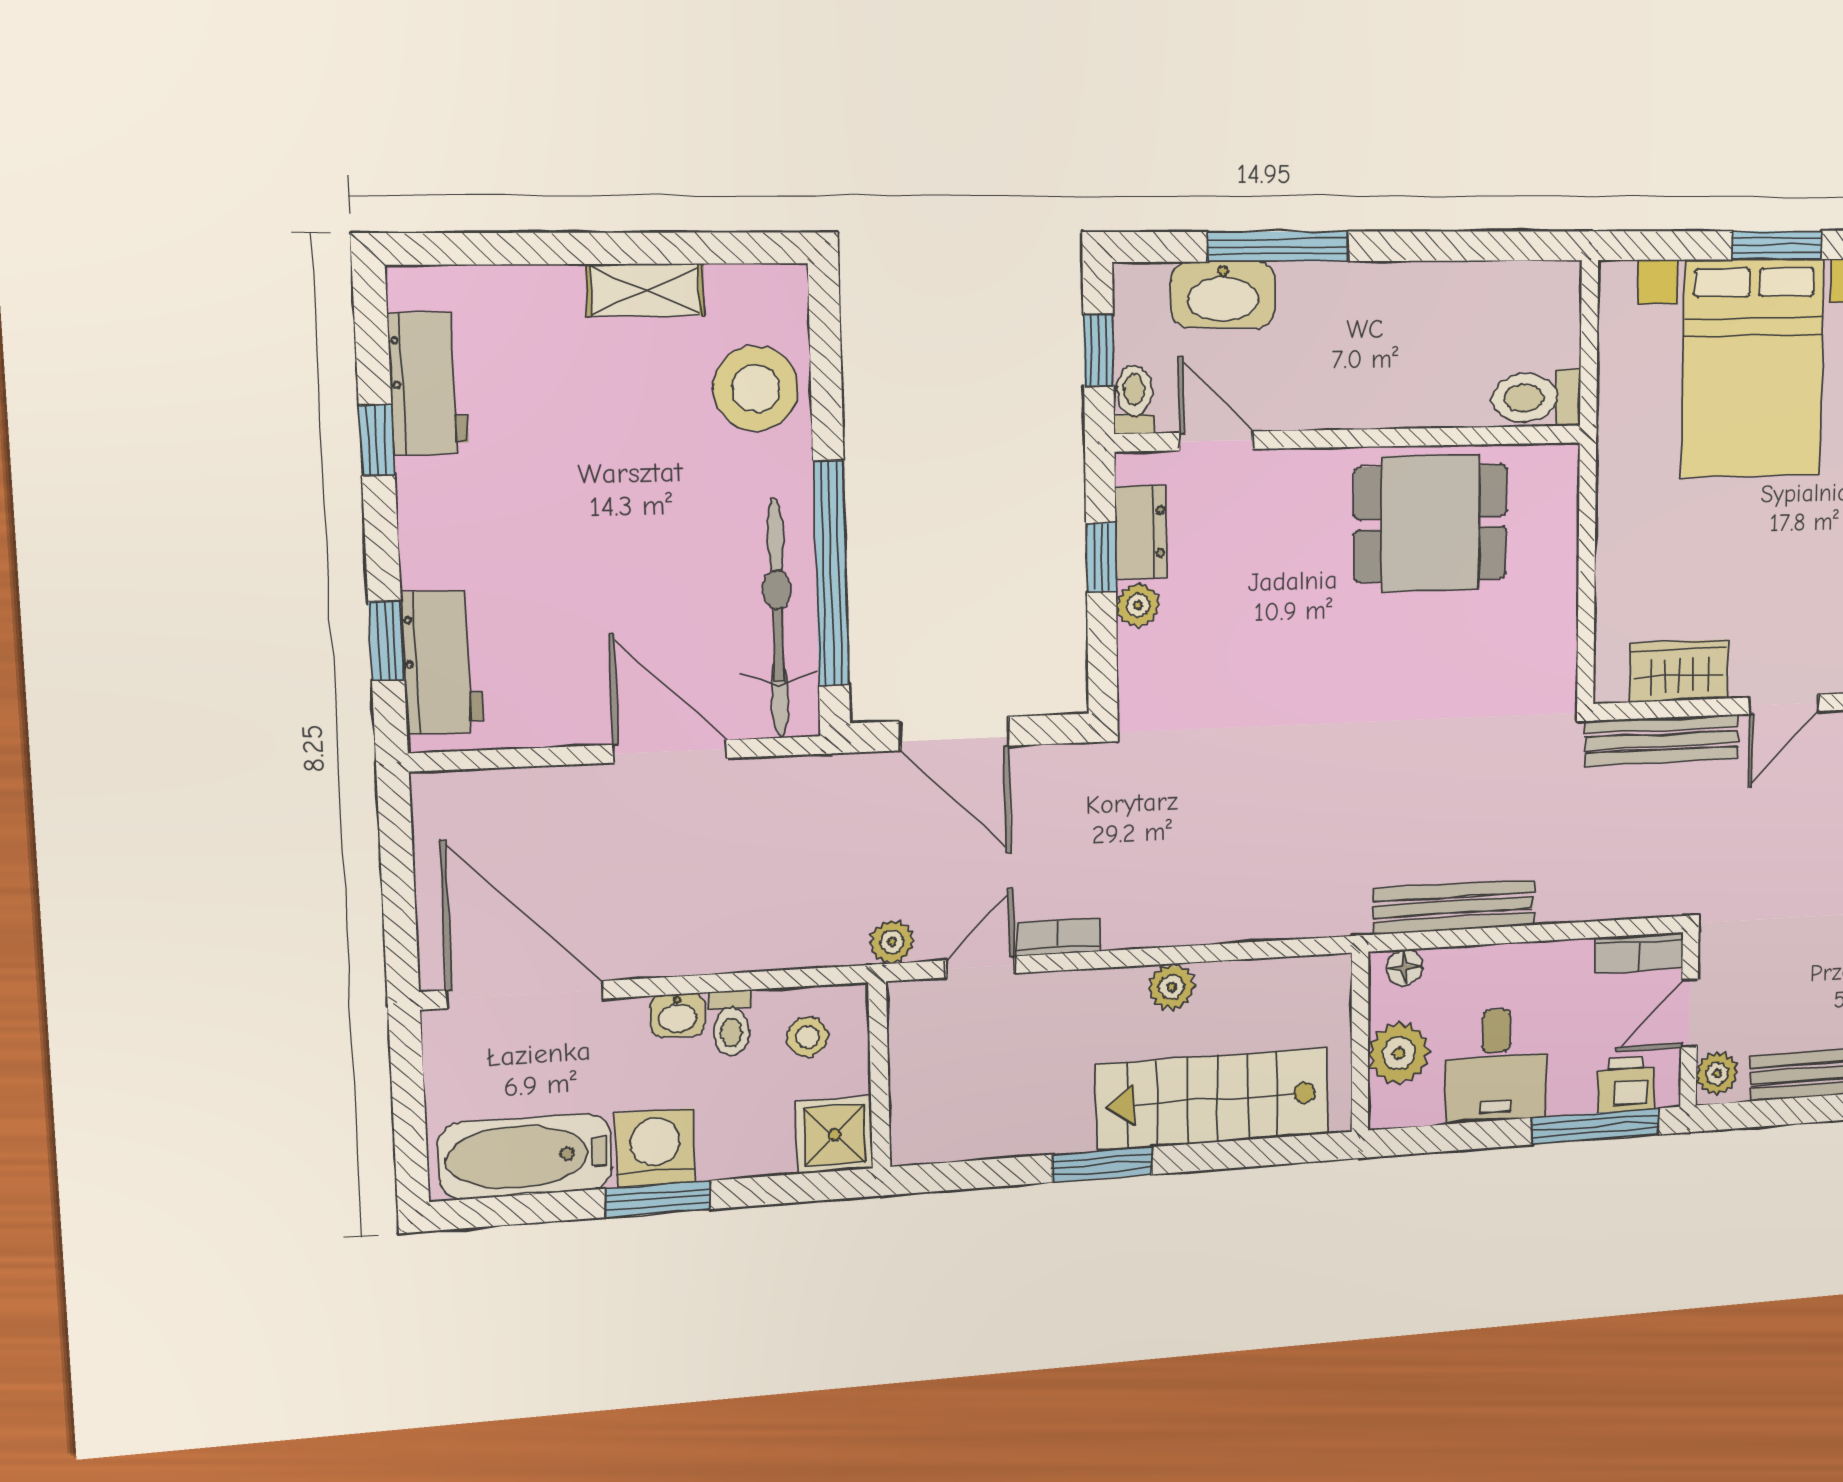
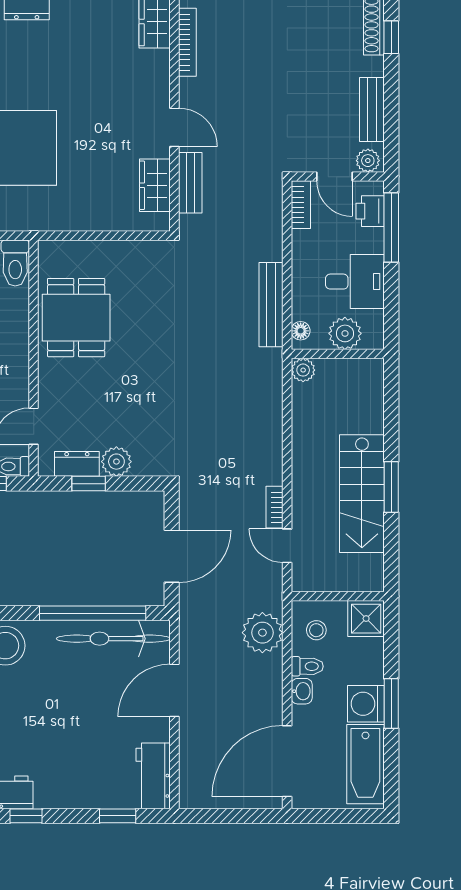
plant: (1138, 605) -> (116, 462), width x1.38, depth x1.38
workbench: (442, 663) -> (153, 776), moved, turned -90
bench: (1662, 740) -> (190, 183), width x0.73
plant: (892, 942) -> (262, 633), moved, width x1.88, depth x1.88
plant: (1171, 987) -> (303, 370), moved
stairs: (1213, 1099) -> (362, 494), moved

